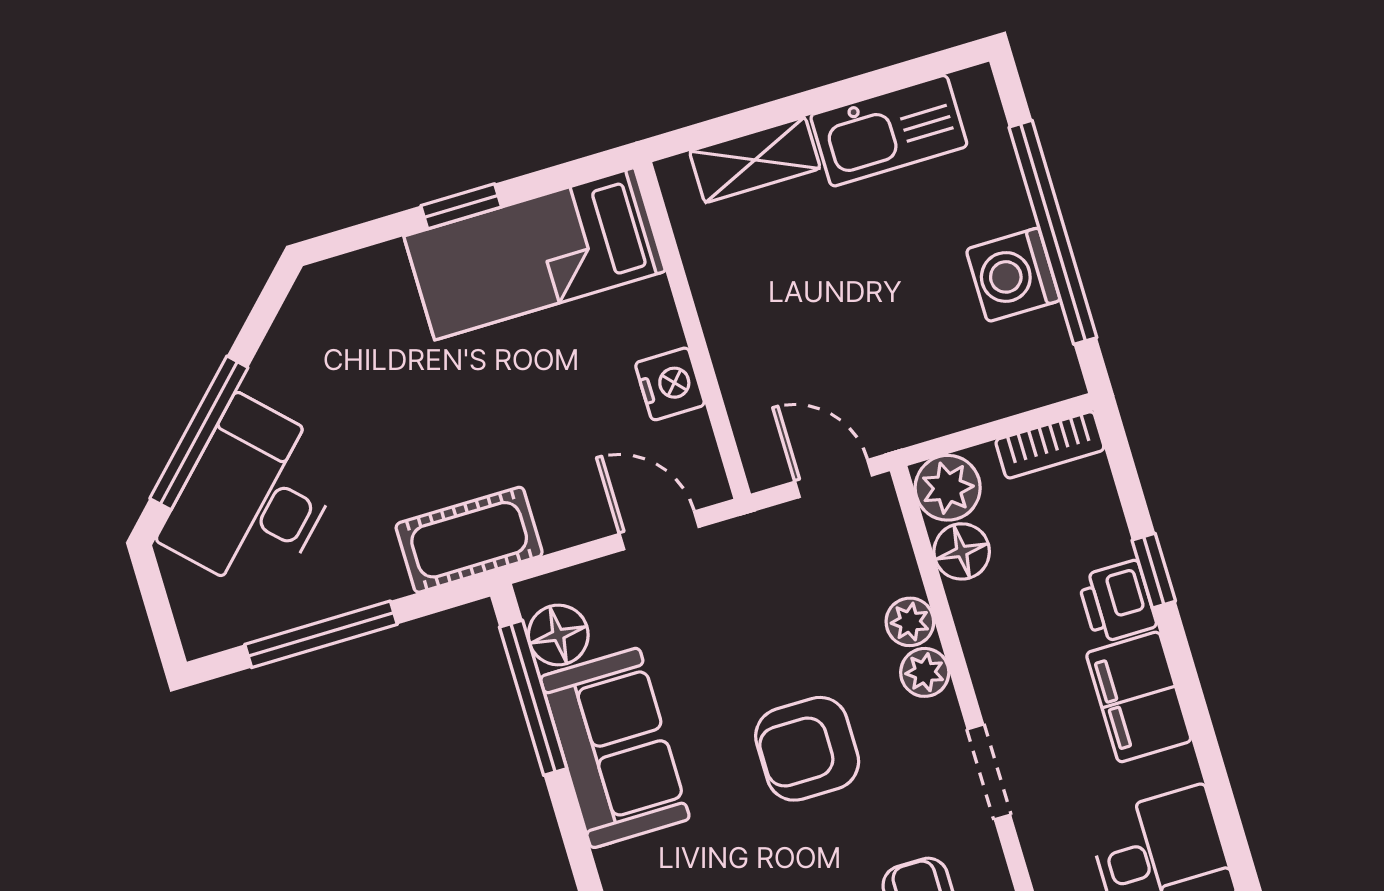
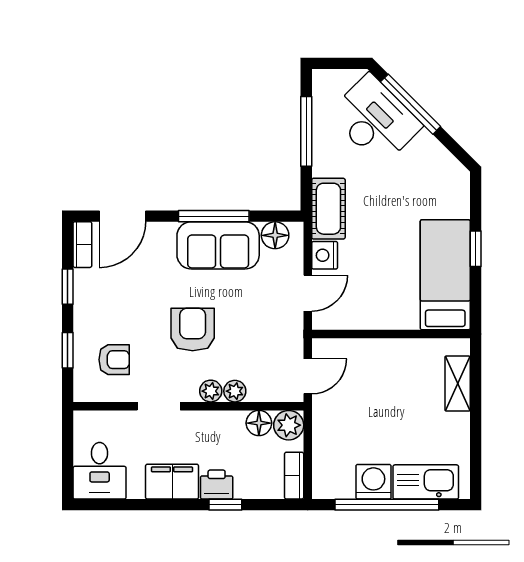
kitchen sink: (889, 131) -> (426, 482), moved, turned 90
nightstand: (670, 384) -> (325, 255), moved, turned 90
window: (533, 698) -> (214, 216), moved

